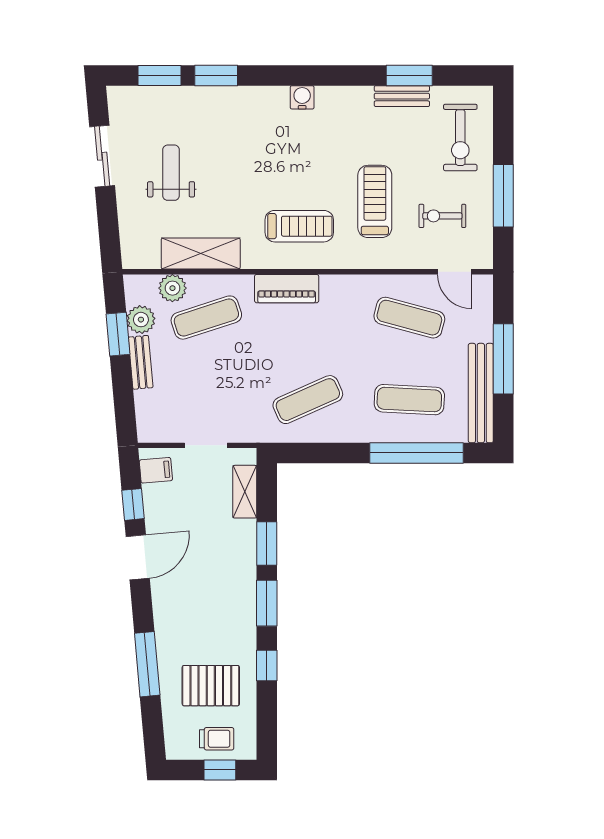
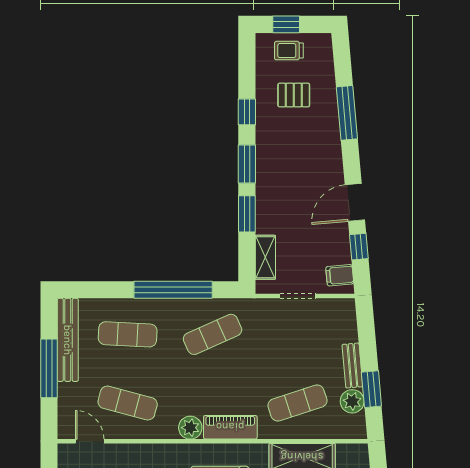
plant: (172, 288) -> (190, 428), moved
window: (417, 453) -> (173, 290), moved
pallet: (211, 686) -> (294, 95), width x0.67, depth x0.71

